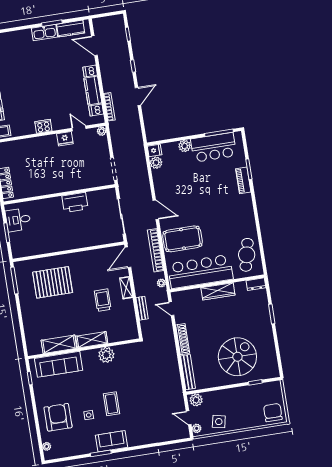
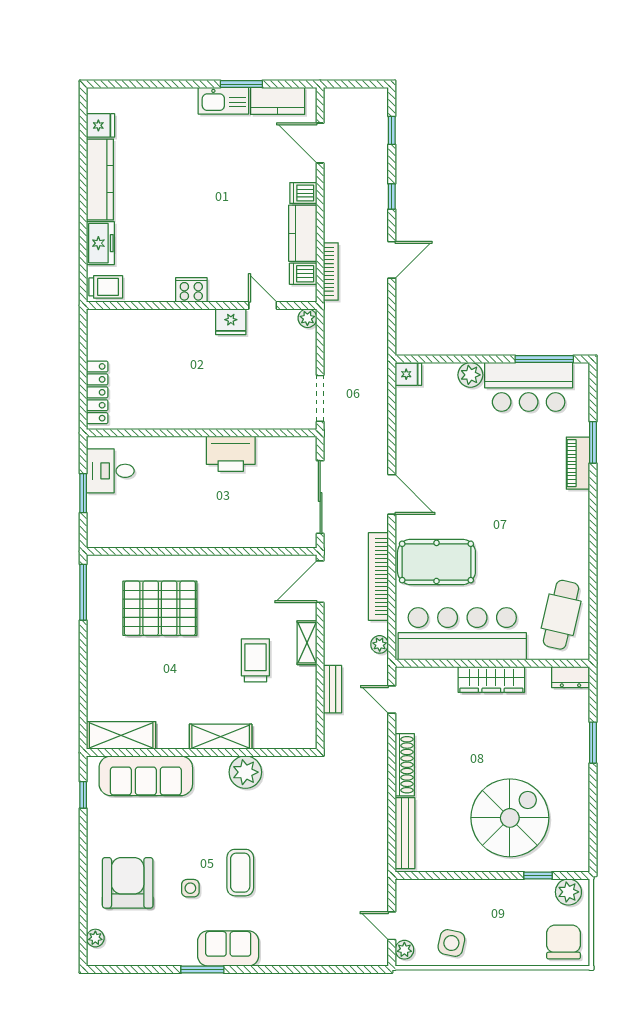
plant: (156, 163) -> (407, 400), removed
shelving: (59, 344) -> (121, 735), moved
plant: (196, 400) -> (568, 892), moved

